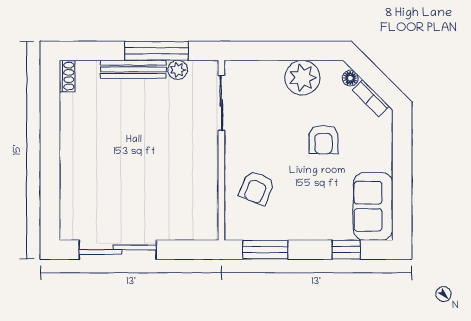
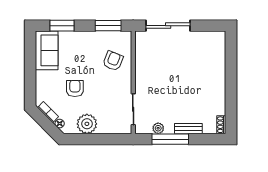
bench: (133, 69) -> (188, 129), width x0.73
sliding door: (117, 250) -> (168, 26), moved
window: (346, 250) -> (62, 26), width x1.50

